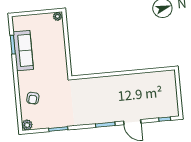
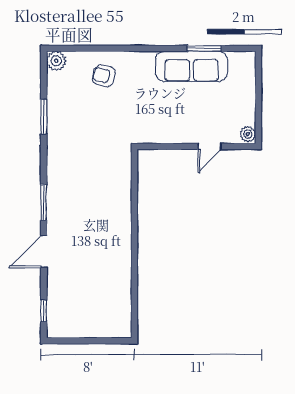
door: (66, 37) -> (210, 146), added

